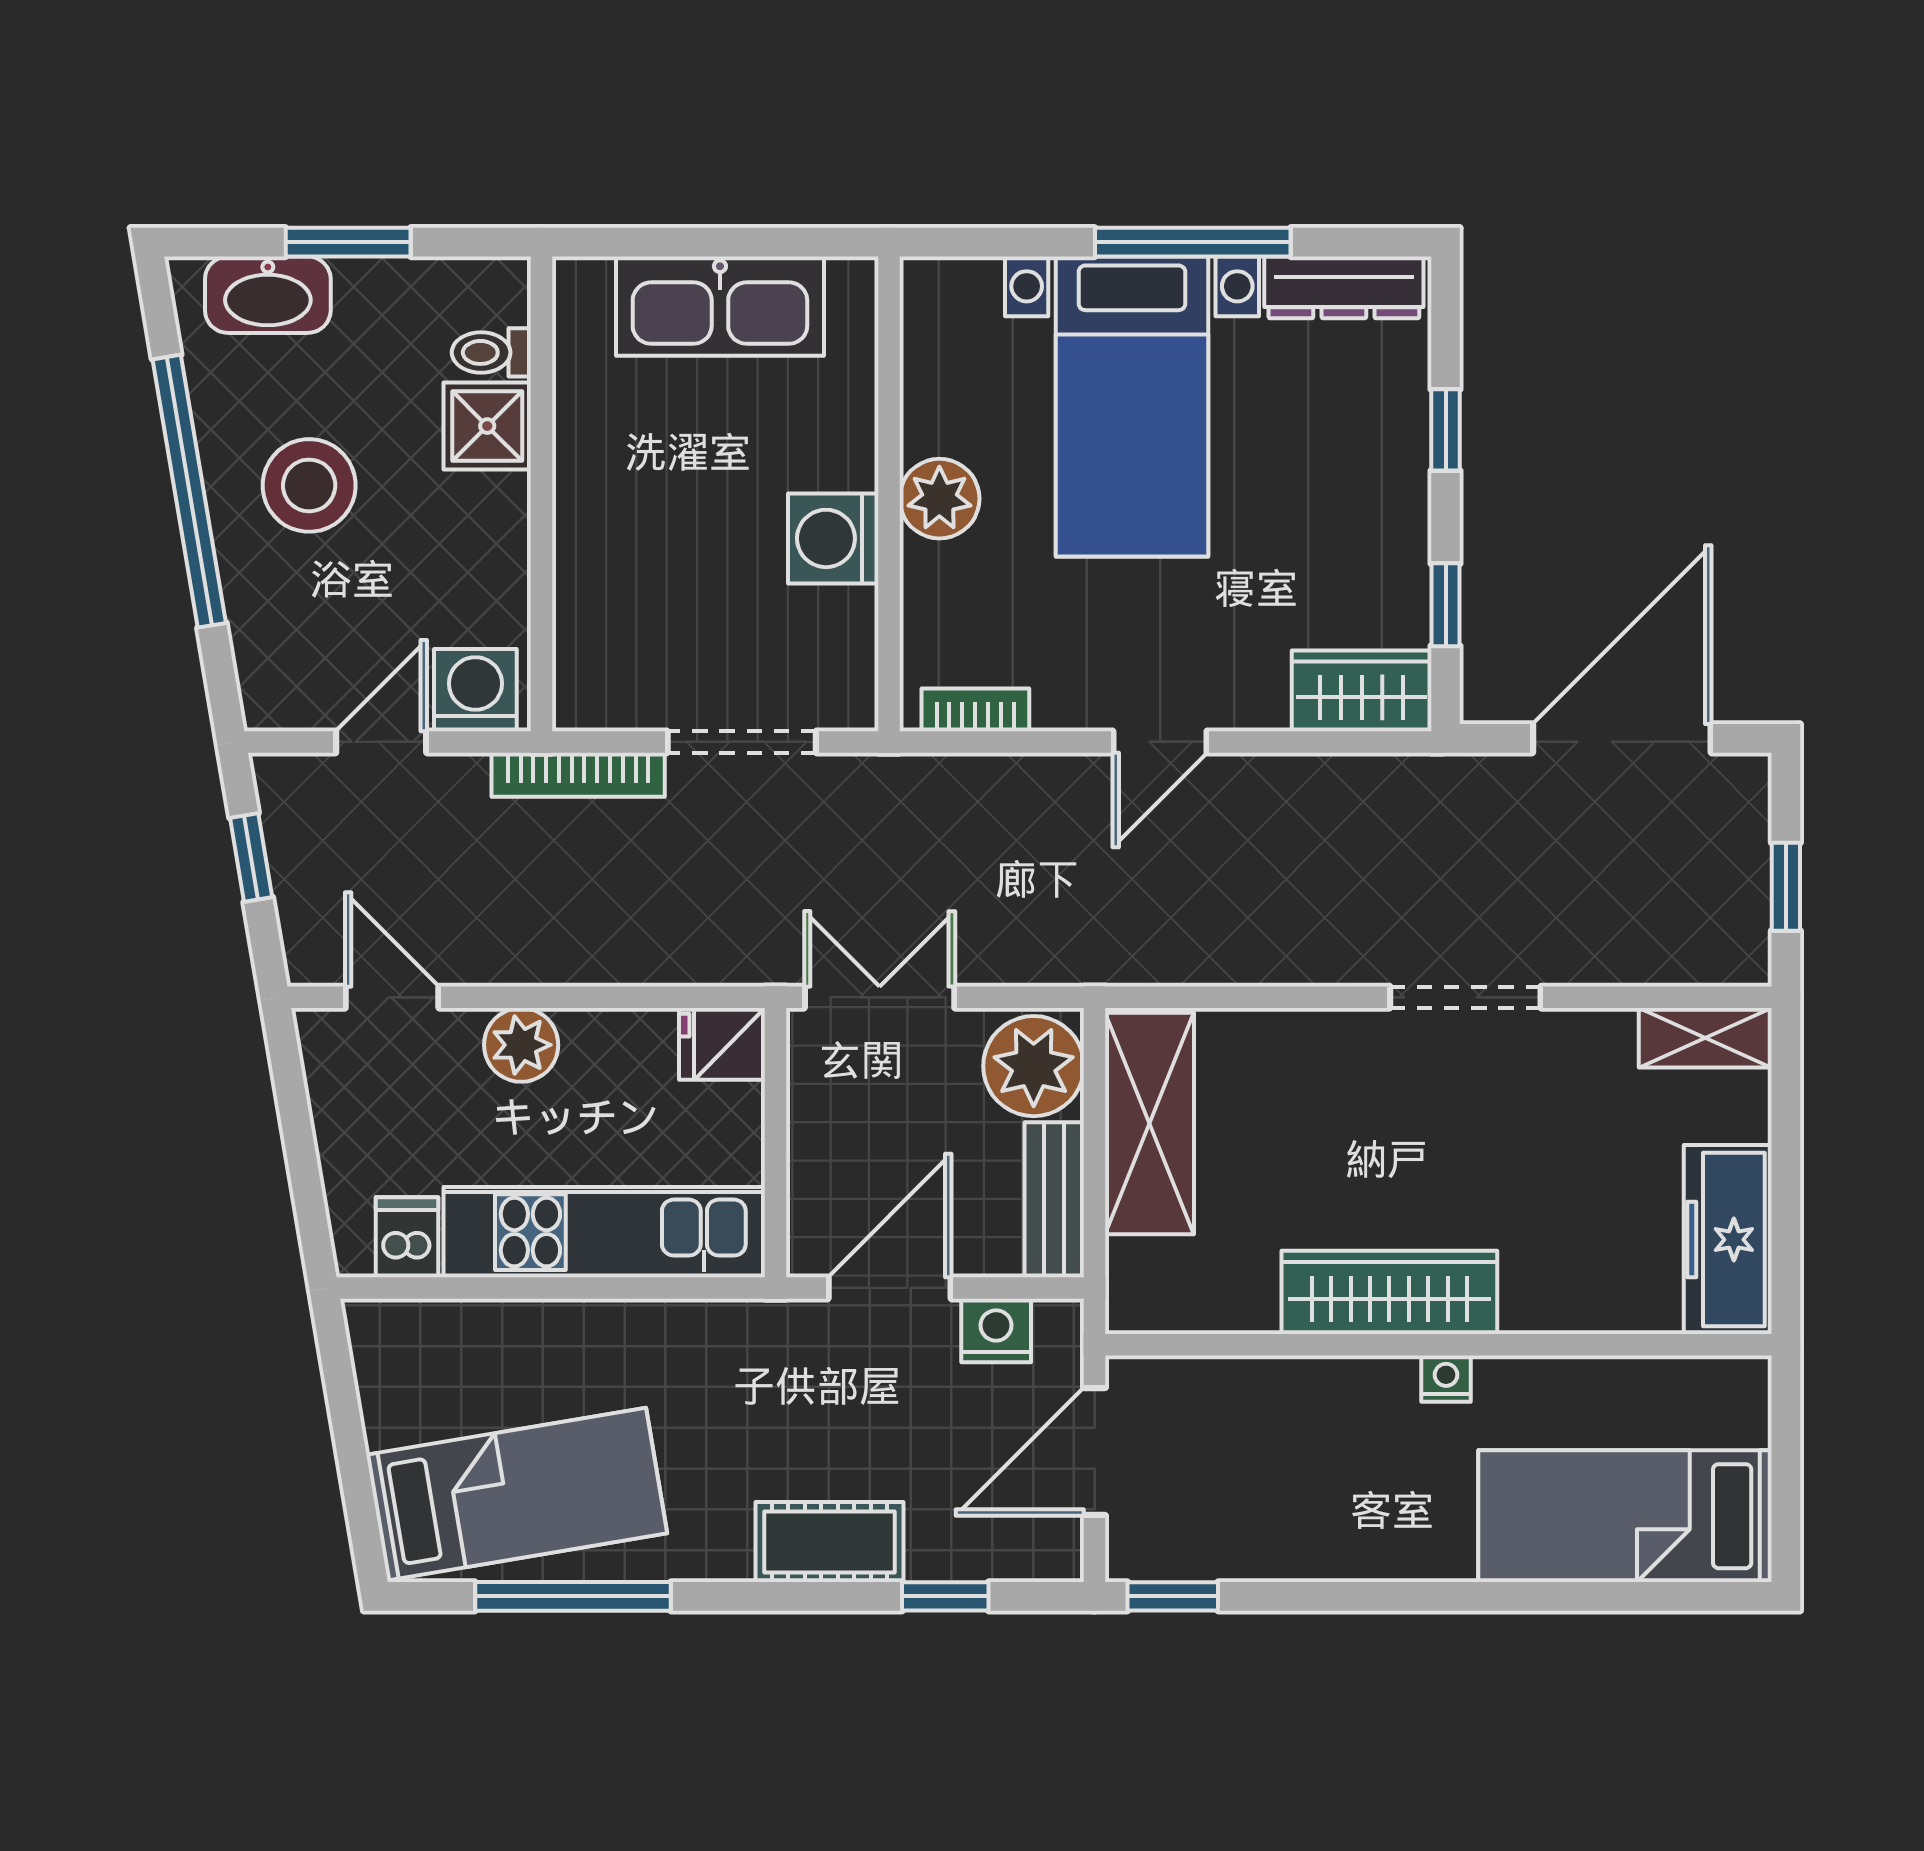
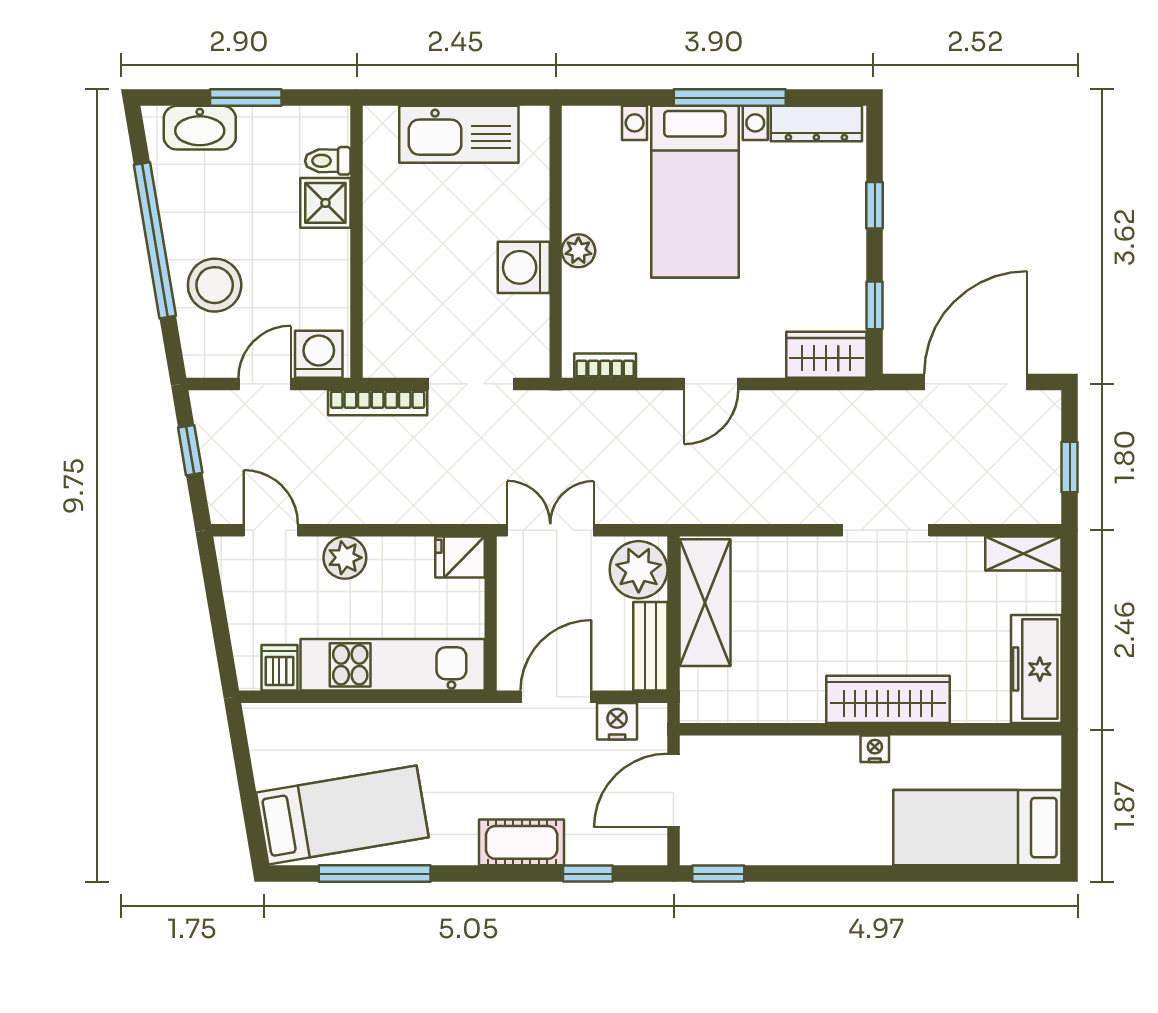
stool: (309, 485) -> (215, 285), moved
plant: (939, 499) -> (578, 251), width x0.73, depth x0.73
wardrobe: (1389, 1292) -> (888, 699), moved

